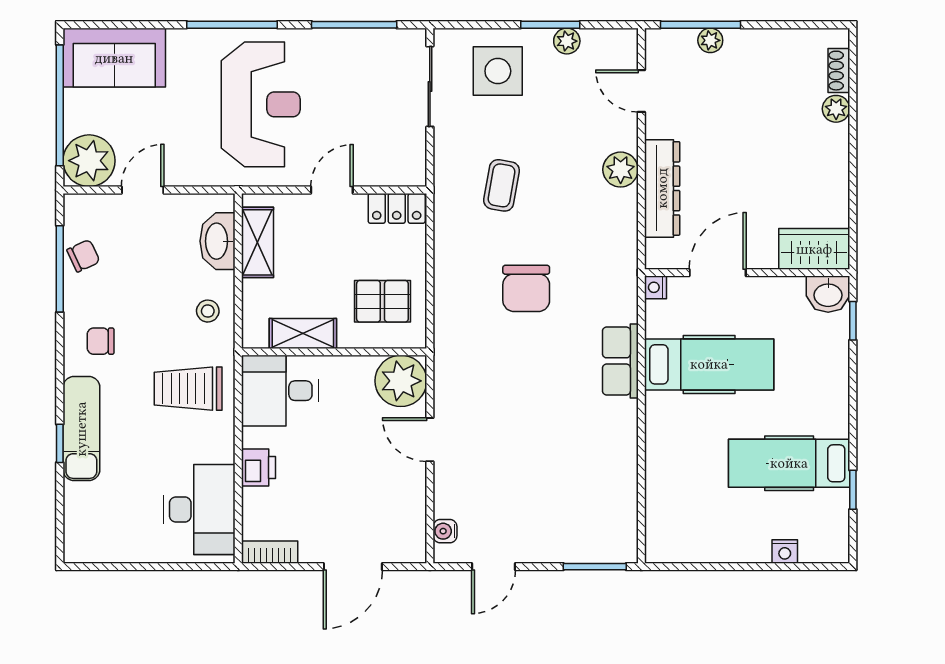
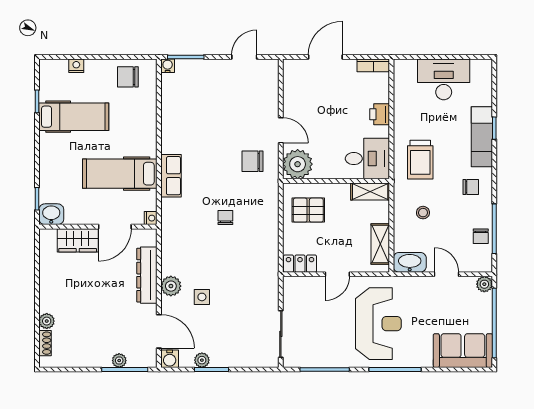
water cooler: (623, 43) -> (170, 359), added
side table: (498, 71) -> (202, 297), moved, width x0.54, depth x0.54
door: (641, 91) -> (159, 331), width x1.38
reception desk: (261, 104) -> (378, 324), turned 180
plant: (89, 161) -> (484, 284), width x0.53, depth x0.53
coffee table: (502, 185) -> (240, 277), removed
door: (143, 190) -> (447, 274), swing flipped
washbasin: (218, 241) -> (410, 262), moved, turned -90
wardrobe: (814, 249) -> (78, 240), moved
chair: (83, 256) -> (481, 236), turned -65
chair: (526, 288) -> (225, 217), width x0.54, depth x0.54
stool: (208, 311) -> (423, 213), moved
shelving: (303, 334) -> (370, 191), moved
chair: (479, 386) -> (252, 161), added
trolley: (188, 389) -> (420, 160), turned 90
desk: (199, 509) -> (444, 79), moved, turned 90
water cooler: (445, 531) -> (168, 66), moved, turned -90
chair: (695, 532) -> (128, 77), added

